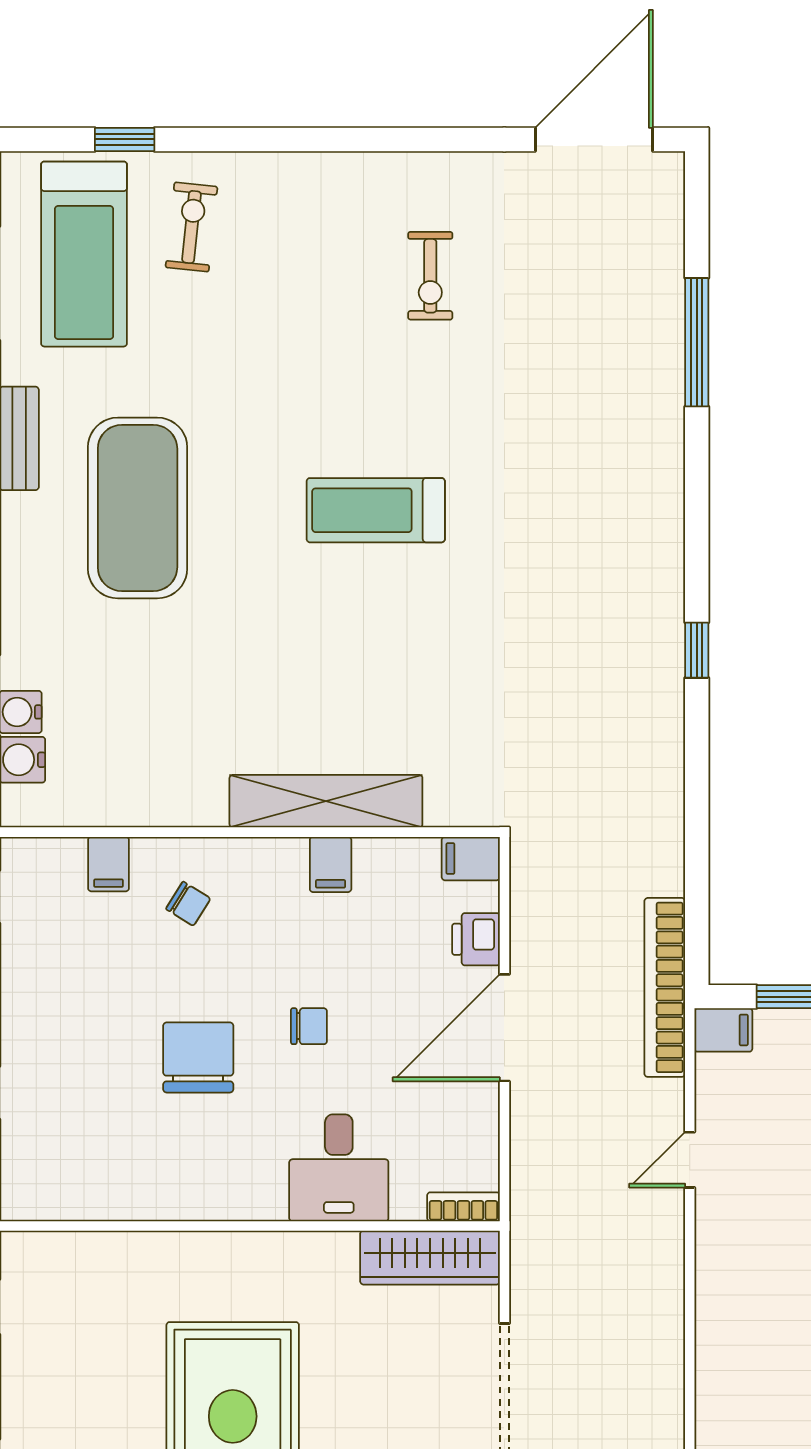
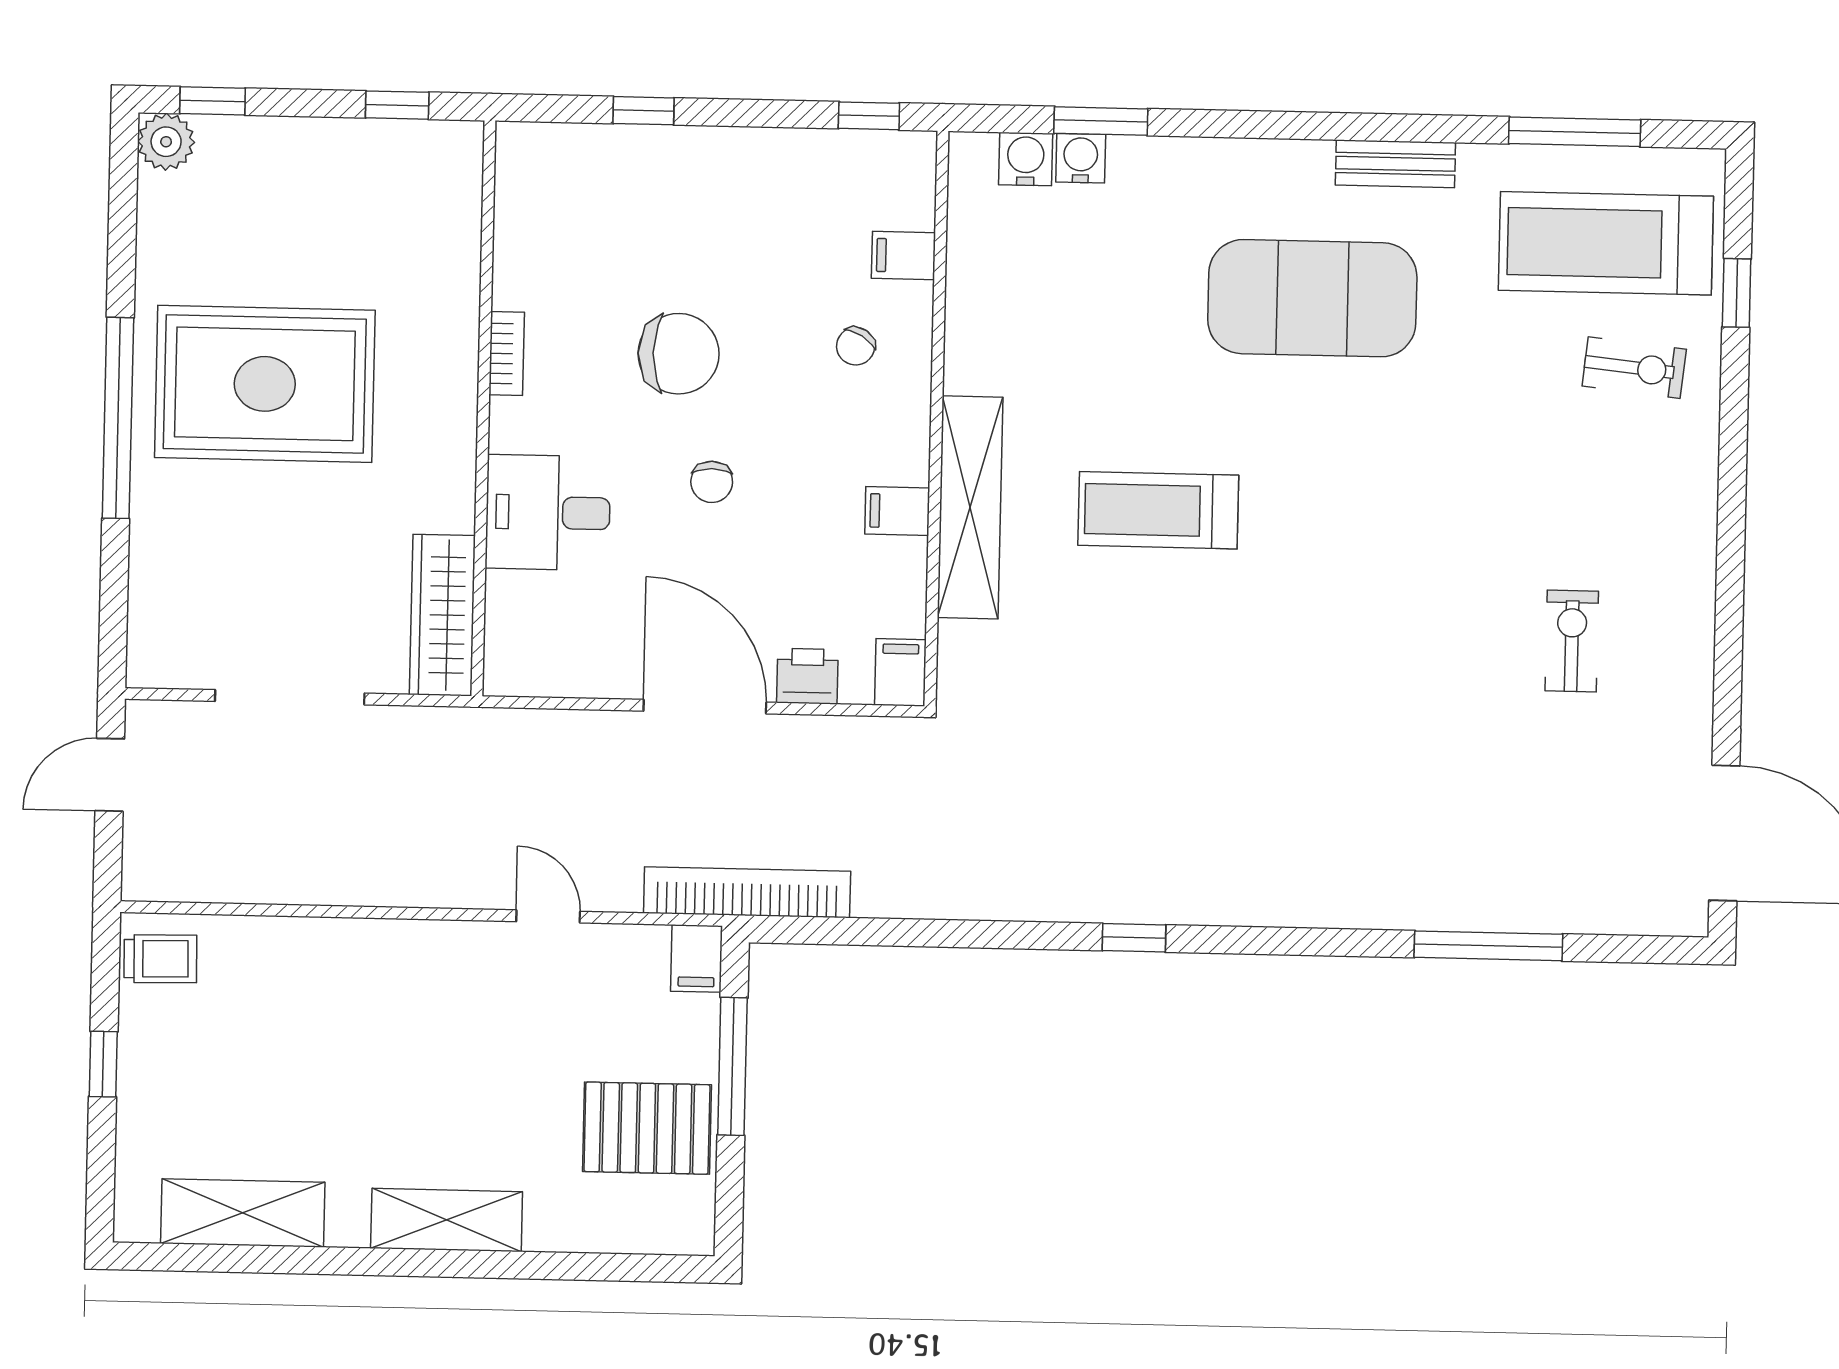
exercise bike: (430, 276) -> (1572, 641), turned 90
treadmill: (376, 510) -> (1158, 510), moved, turned -90
bookcase: (463, 1207) -> (507, 353), moved

